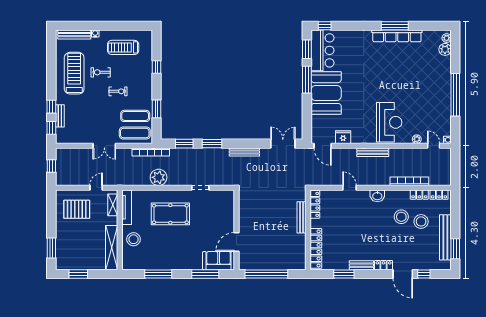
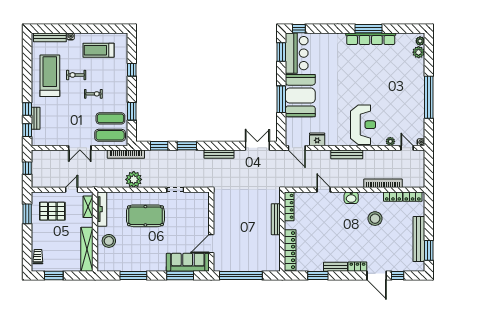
window: (307, 80) -> (281, 99), moved
stool: (421, 221) -> (395, 223), removed
window: (51, 248) -> (27, 214), moved
trolley: (62, 255) -> (38, 257), added
sofa: (219, 261) -> (188, 262), width x1.36

